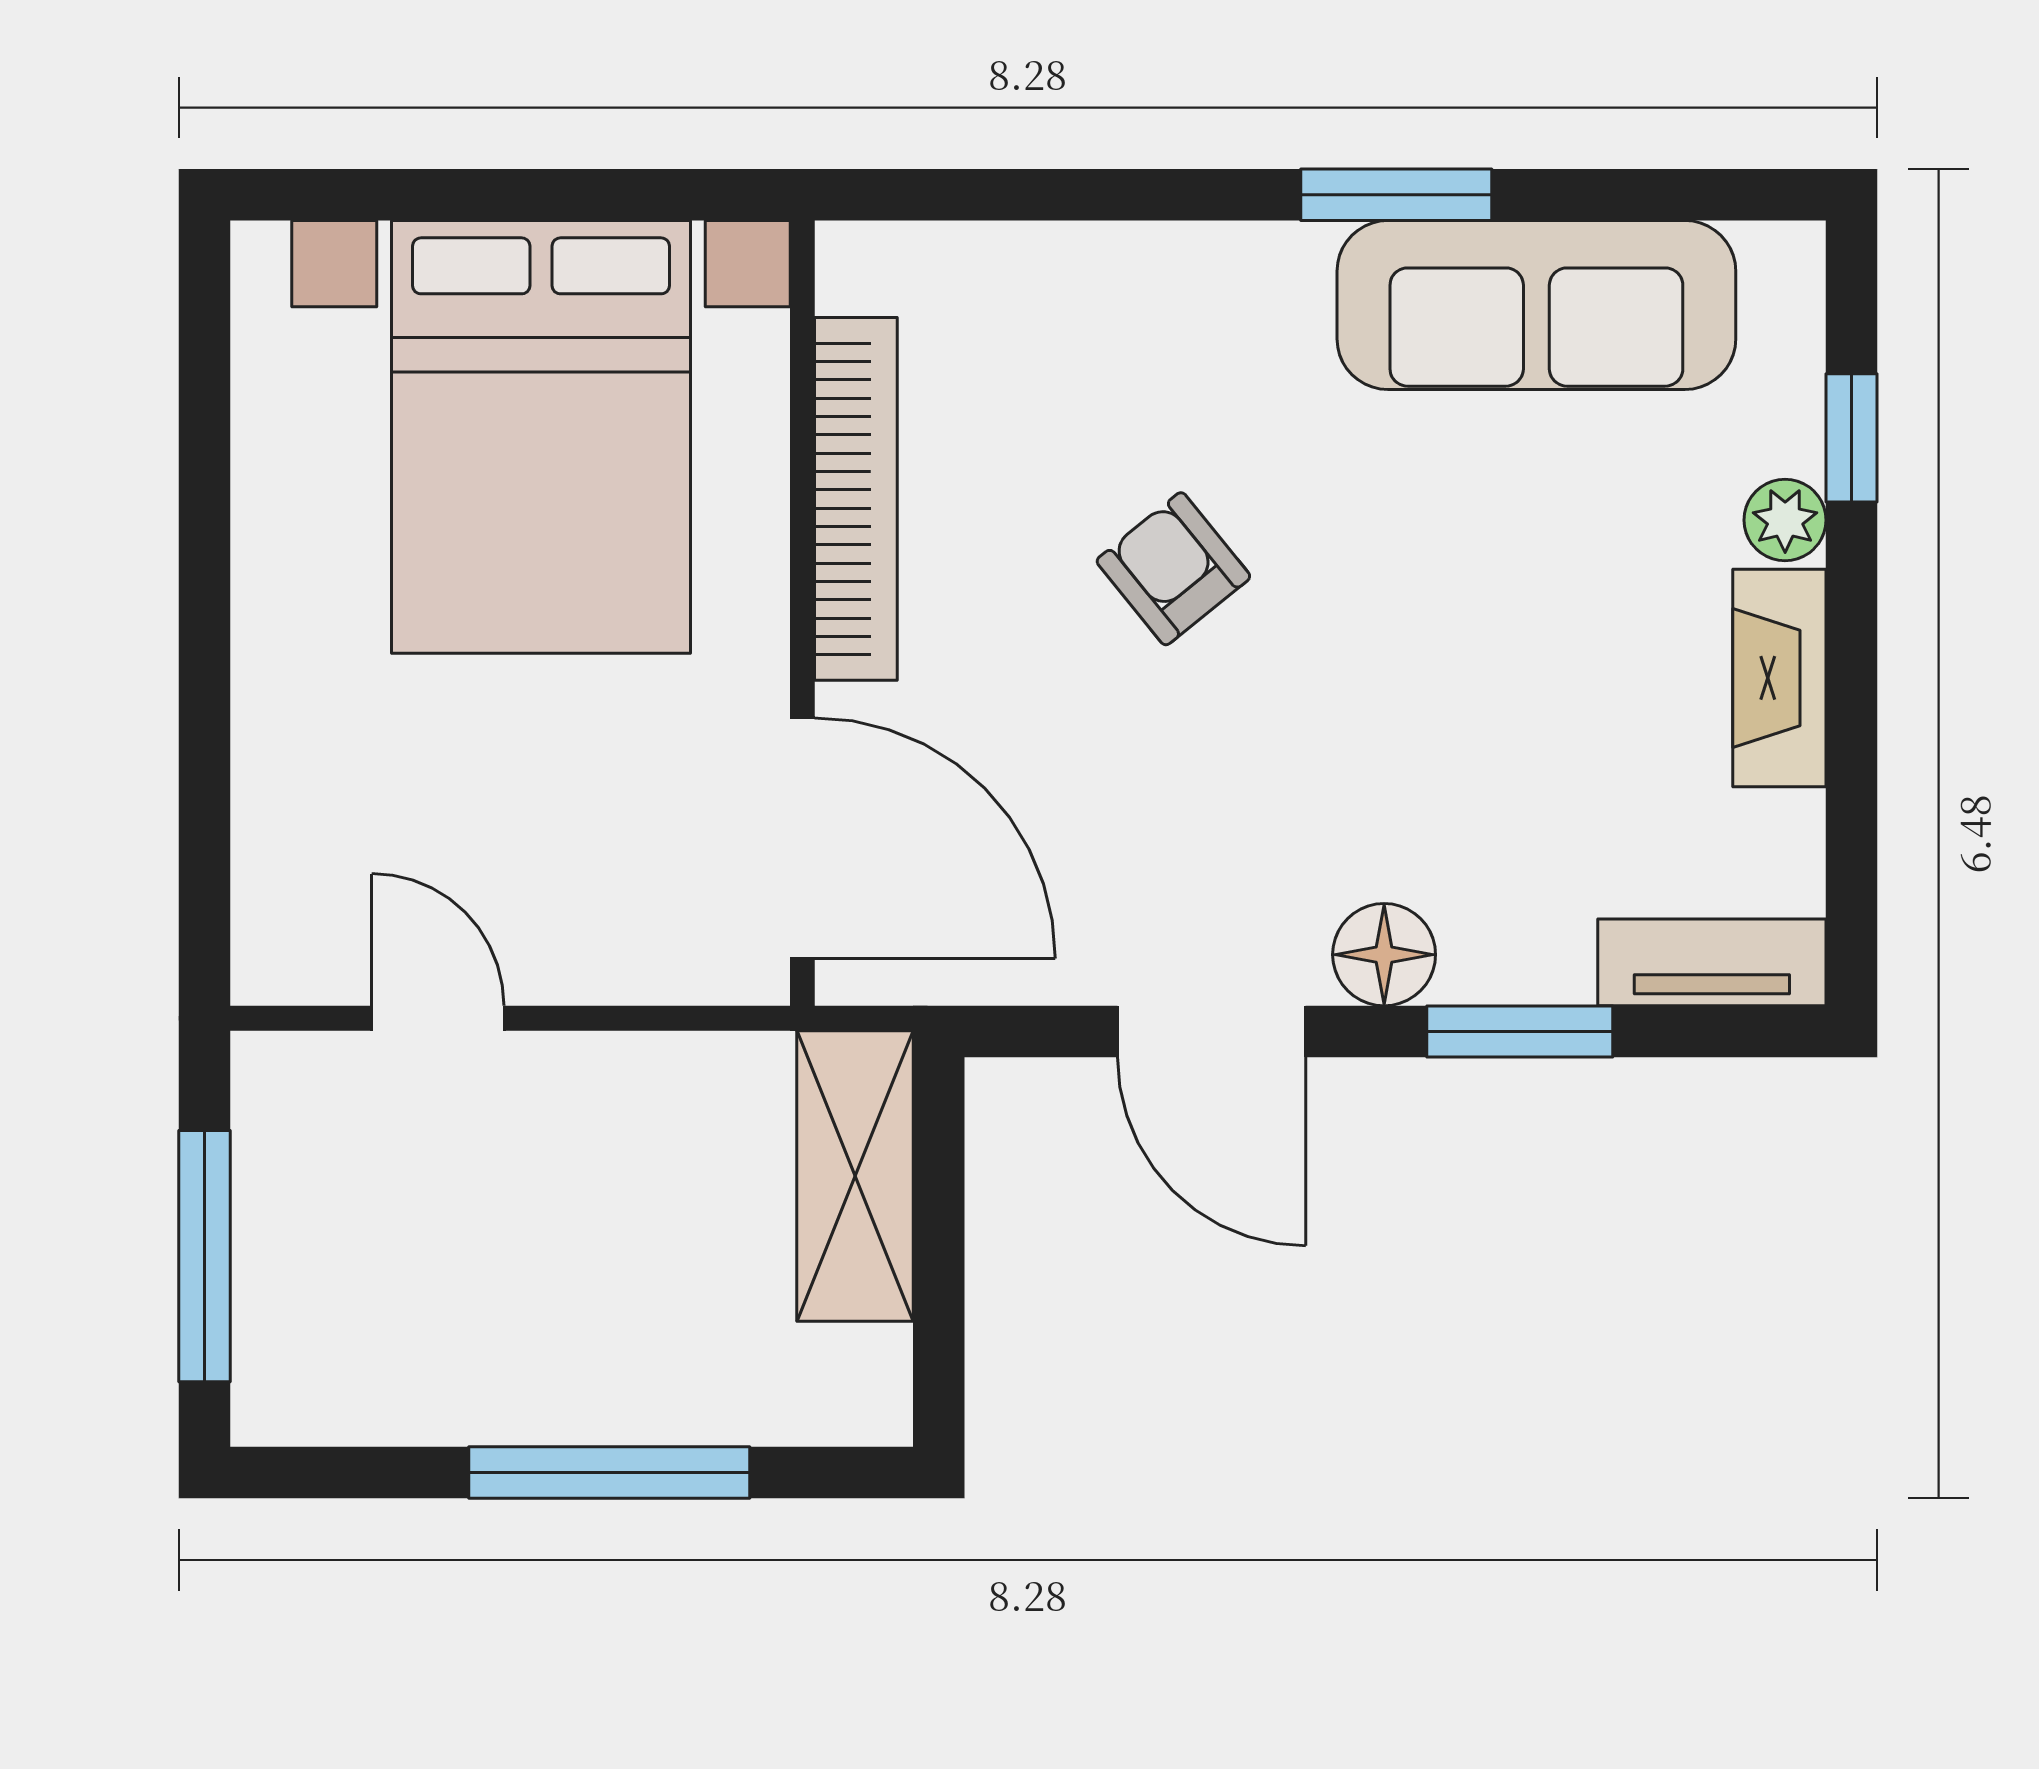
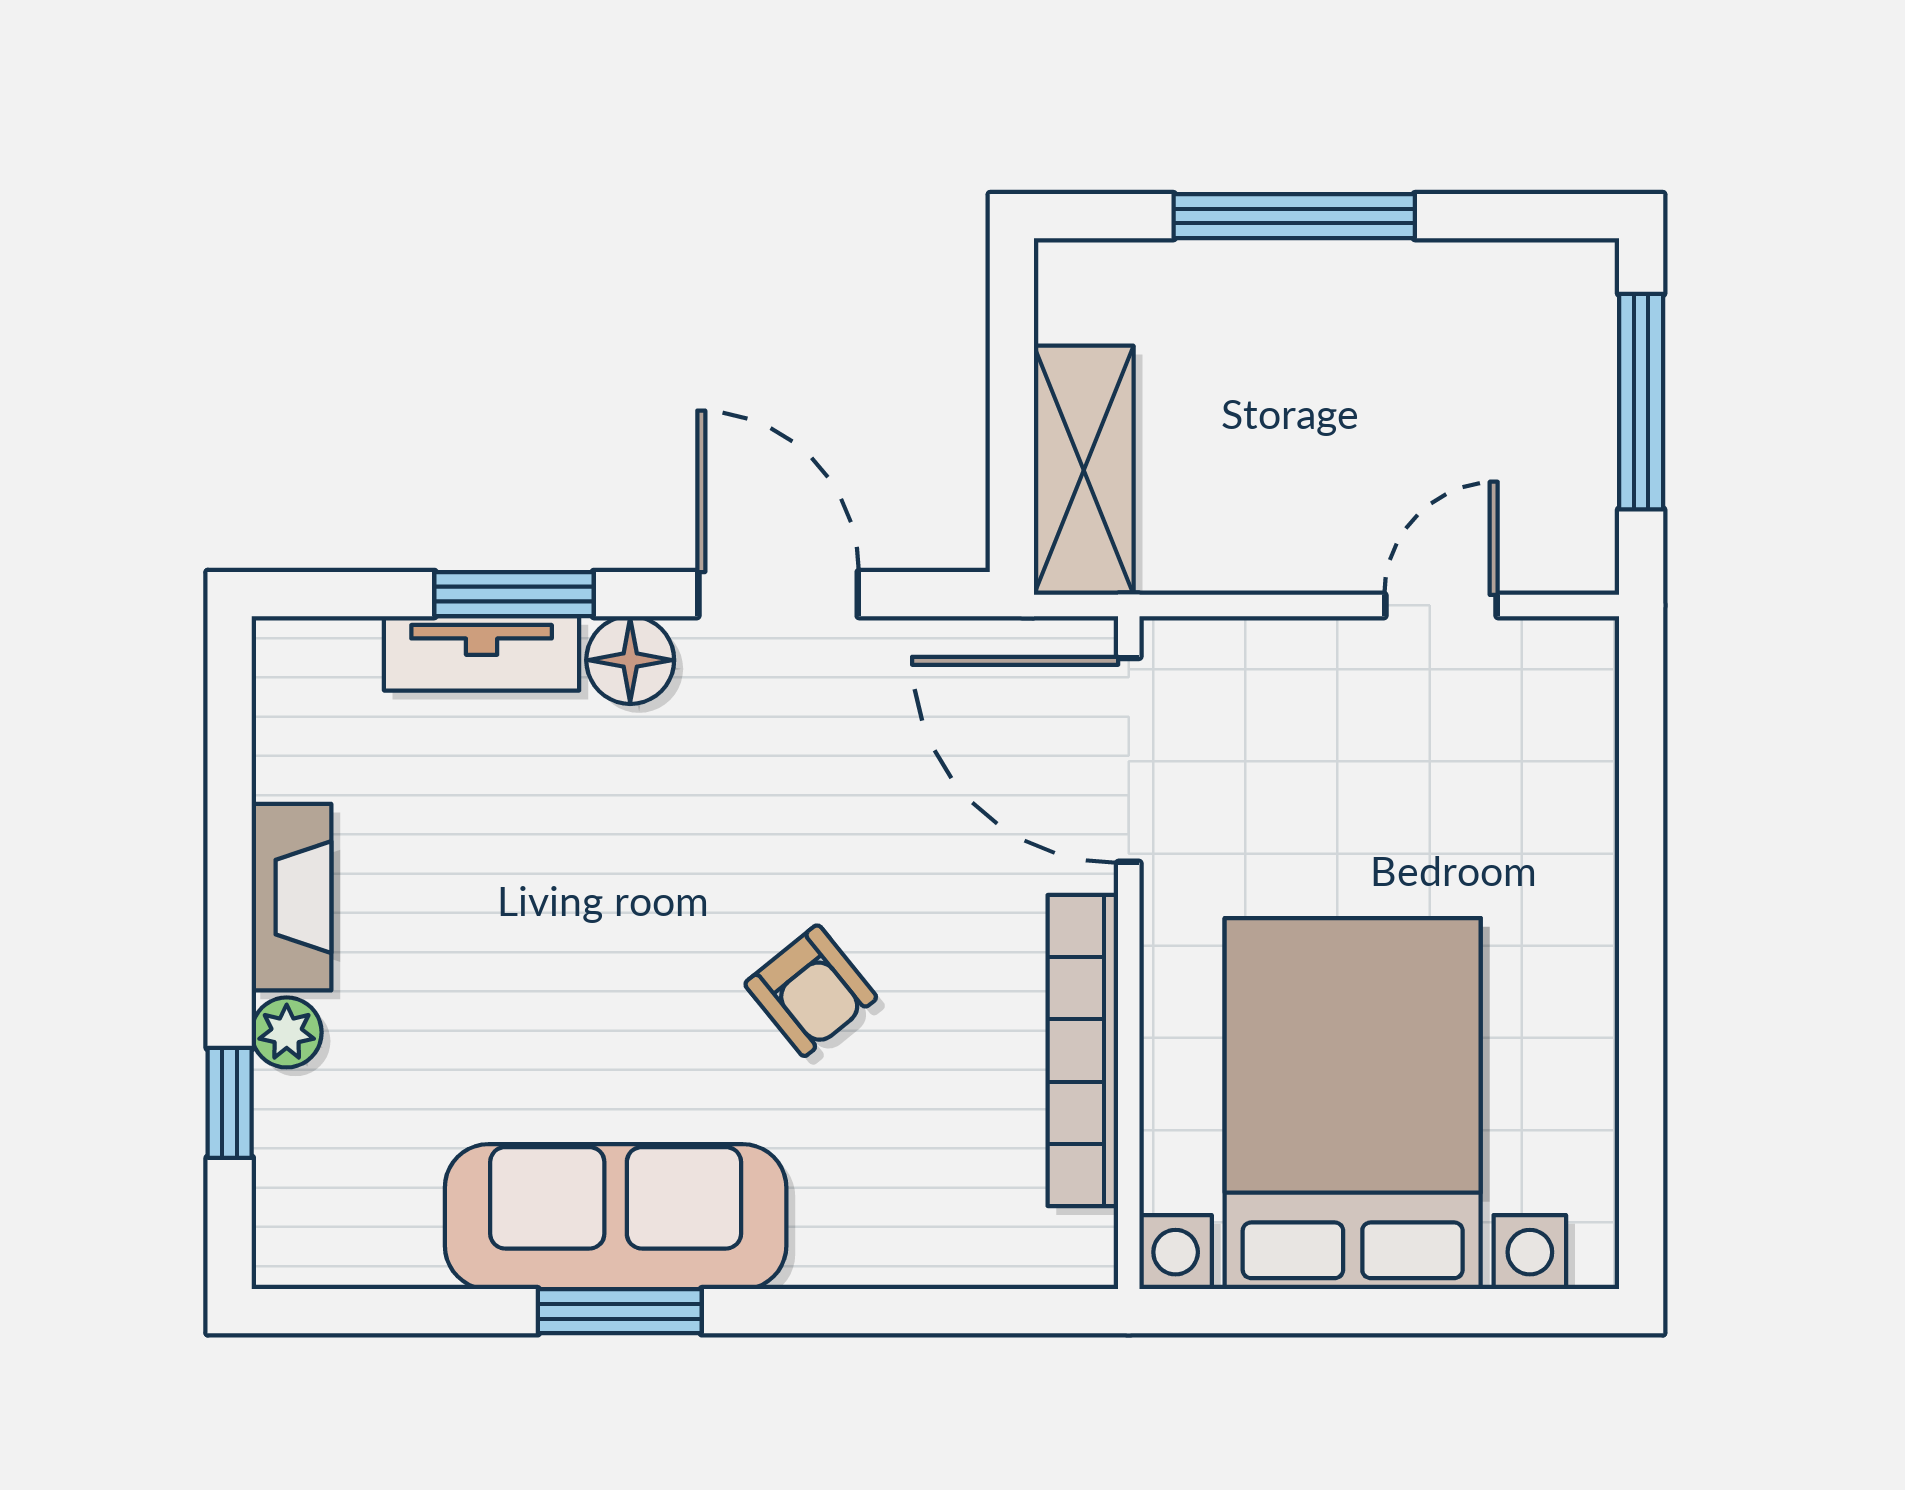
sofa: (1536, 305) -> (616, 1217), moved
tv unit: (1712, 962) -> (482, 653), moved
door: (438, 1018) -> (1441, 605), swing flipped

